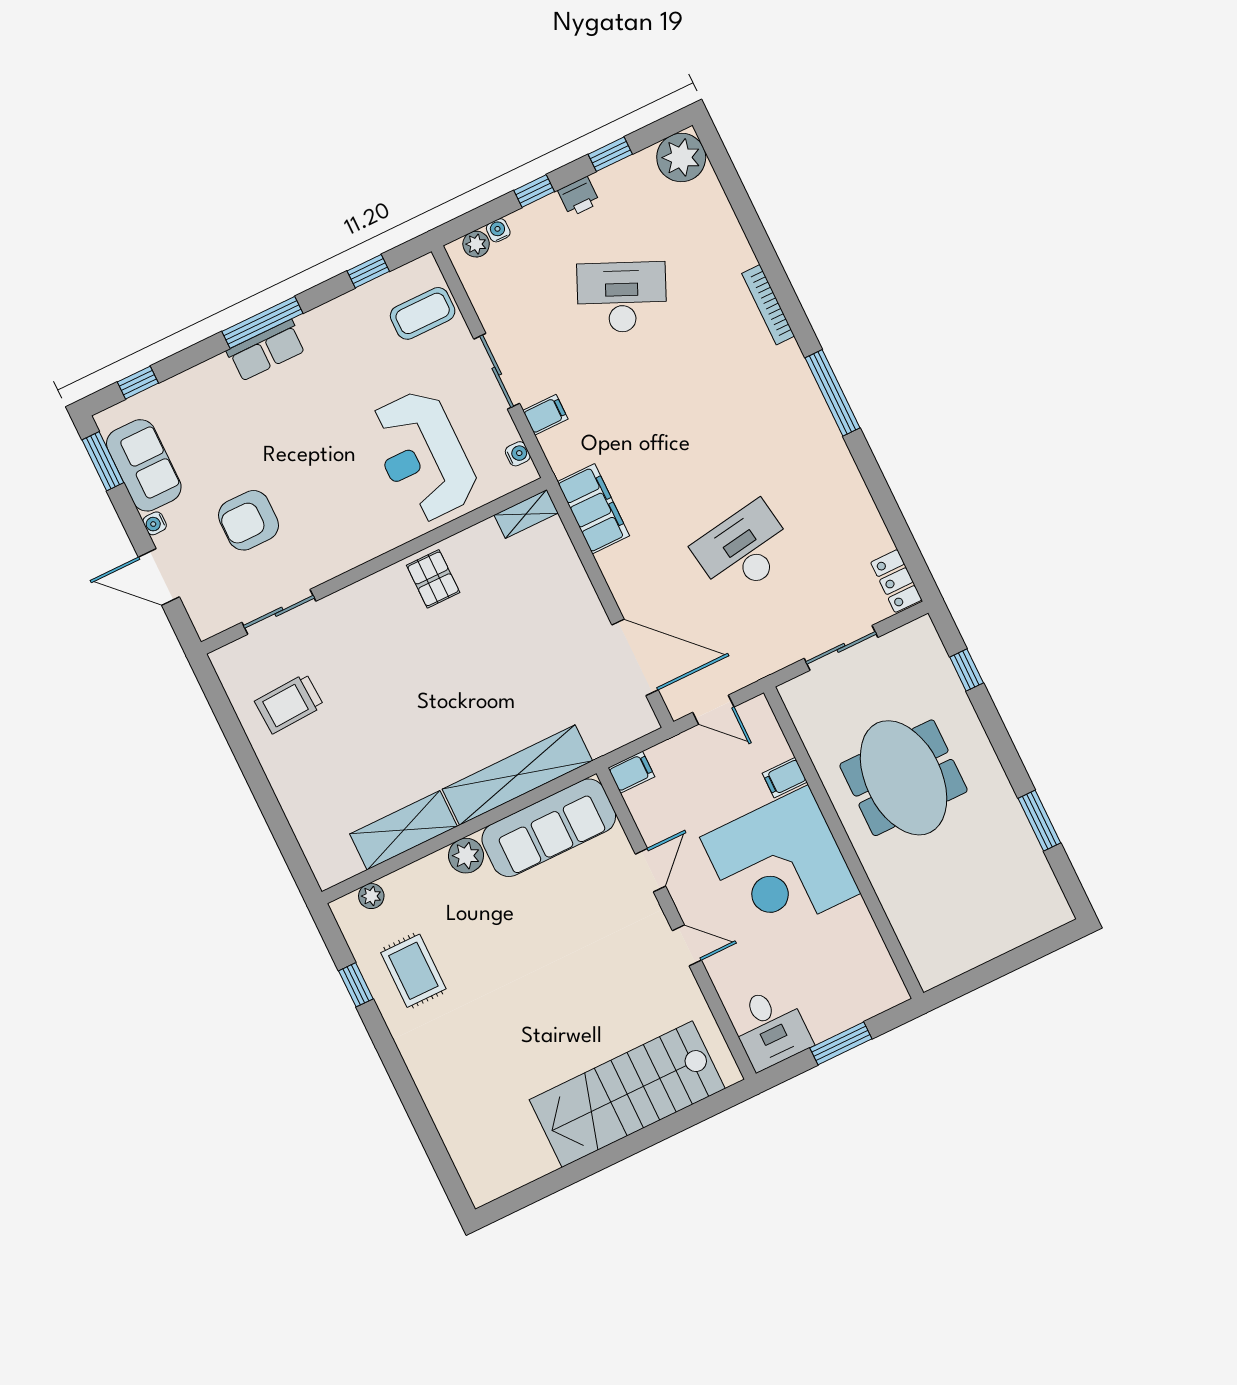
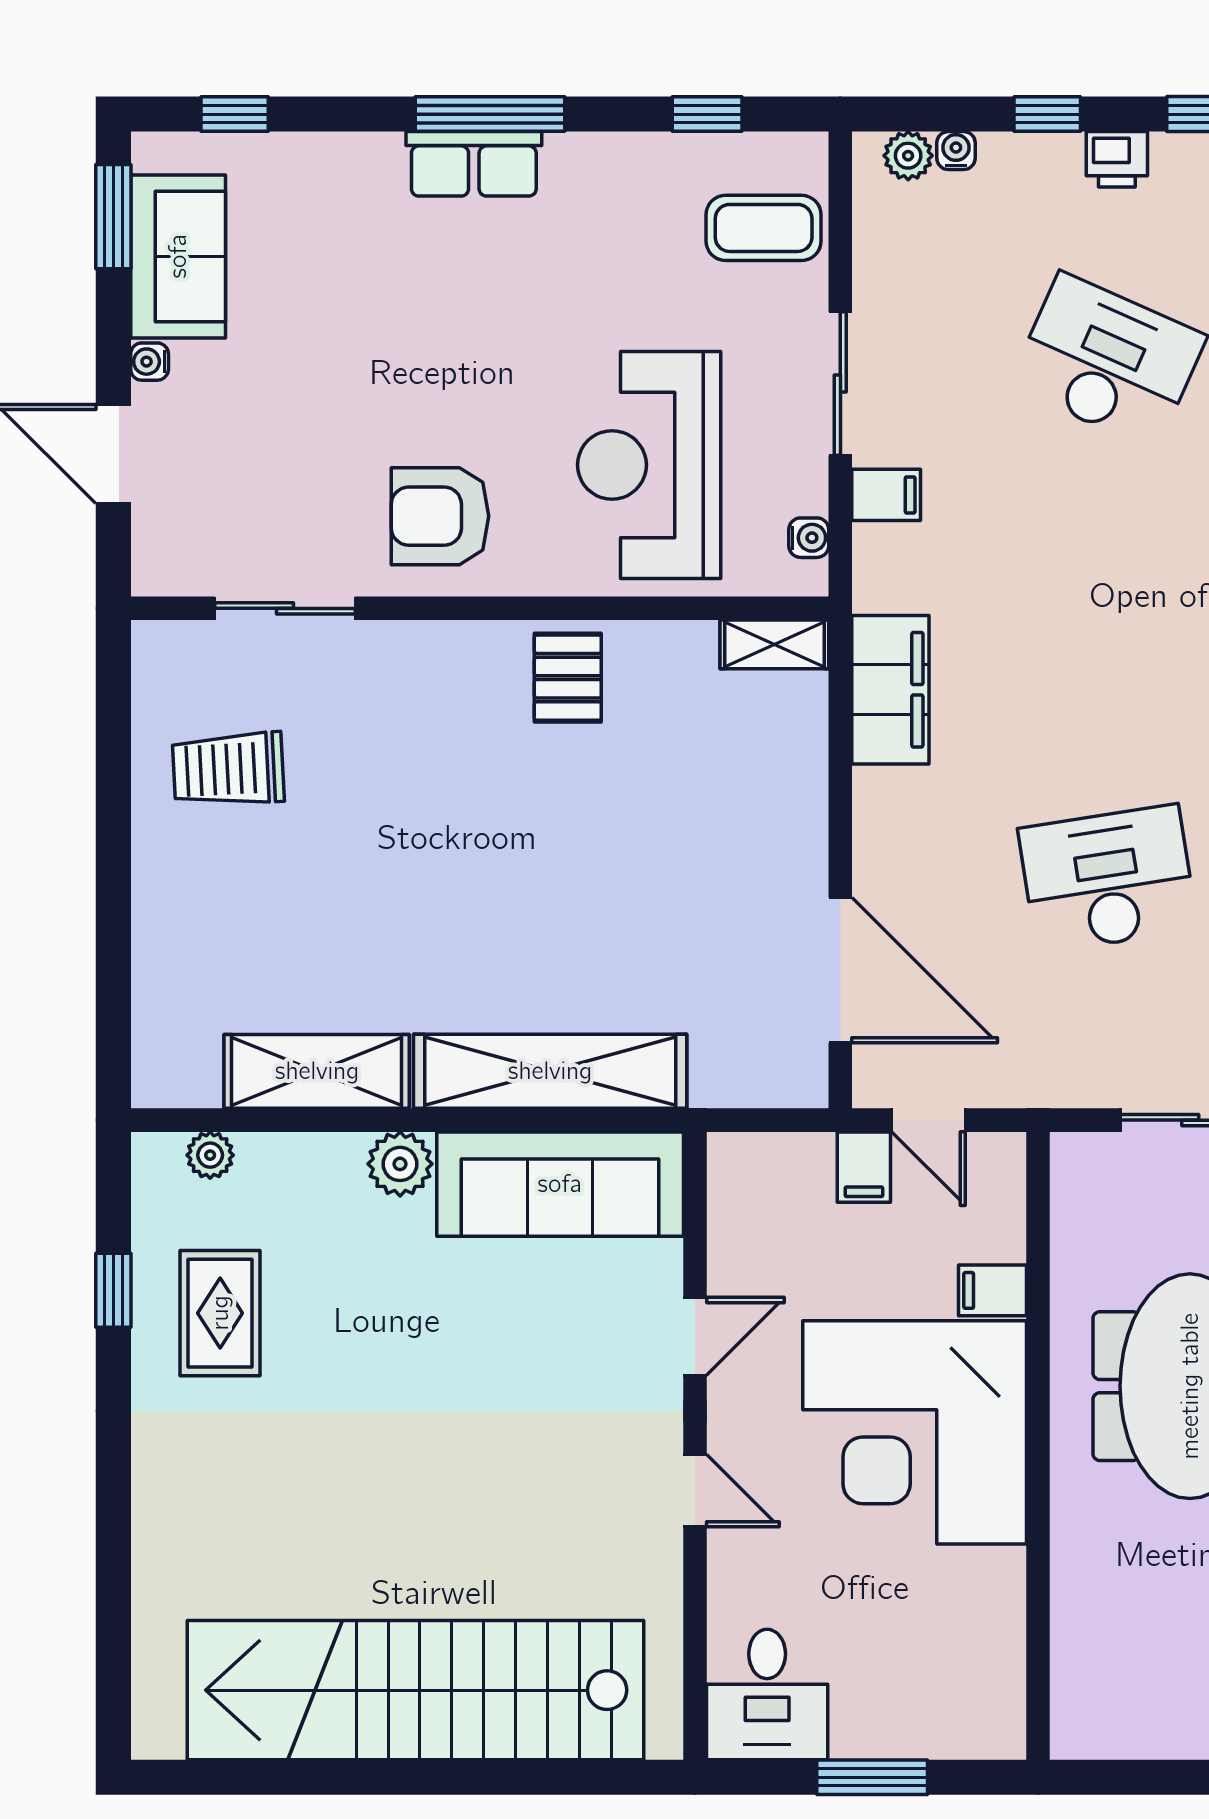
armchair: (248, 520) -> (440, 516), moved
filing cabinet: (631, 772) -> (864, 1167), moved, turned 90
stairs: (627, 1094) -> (415, 1690), width x1.36

